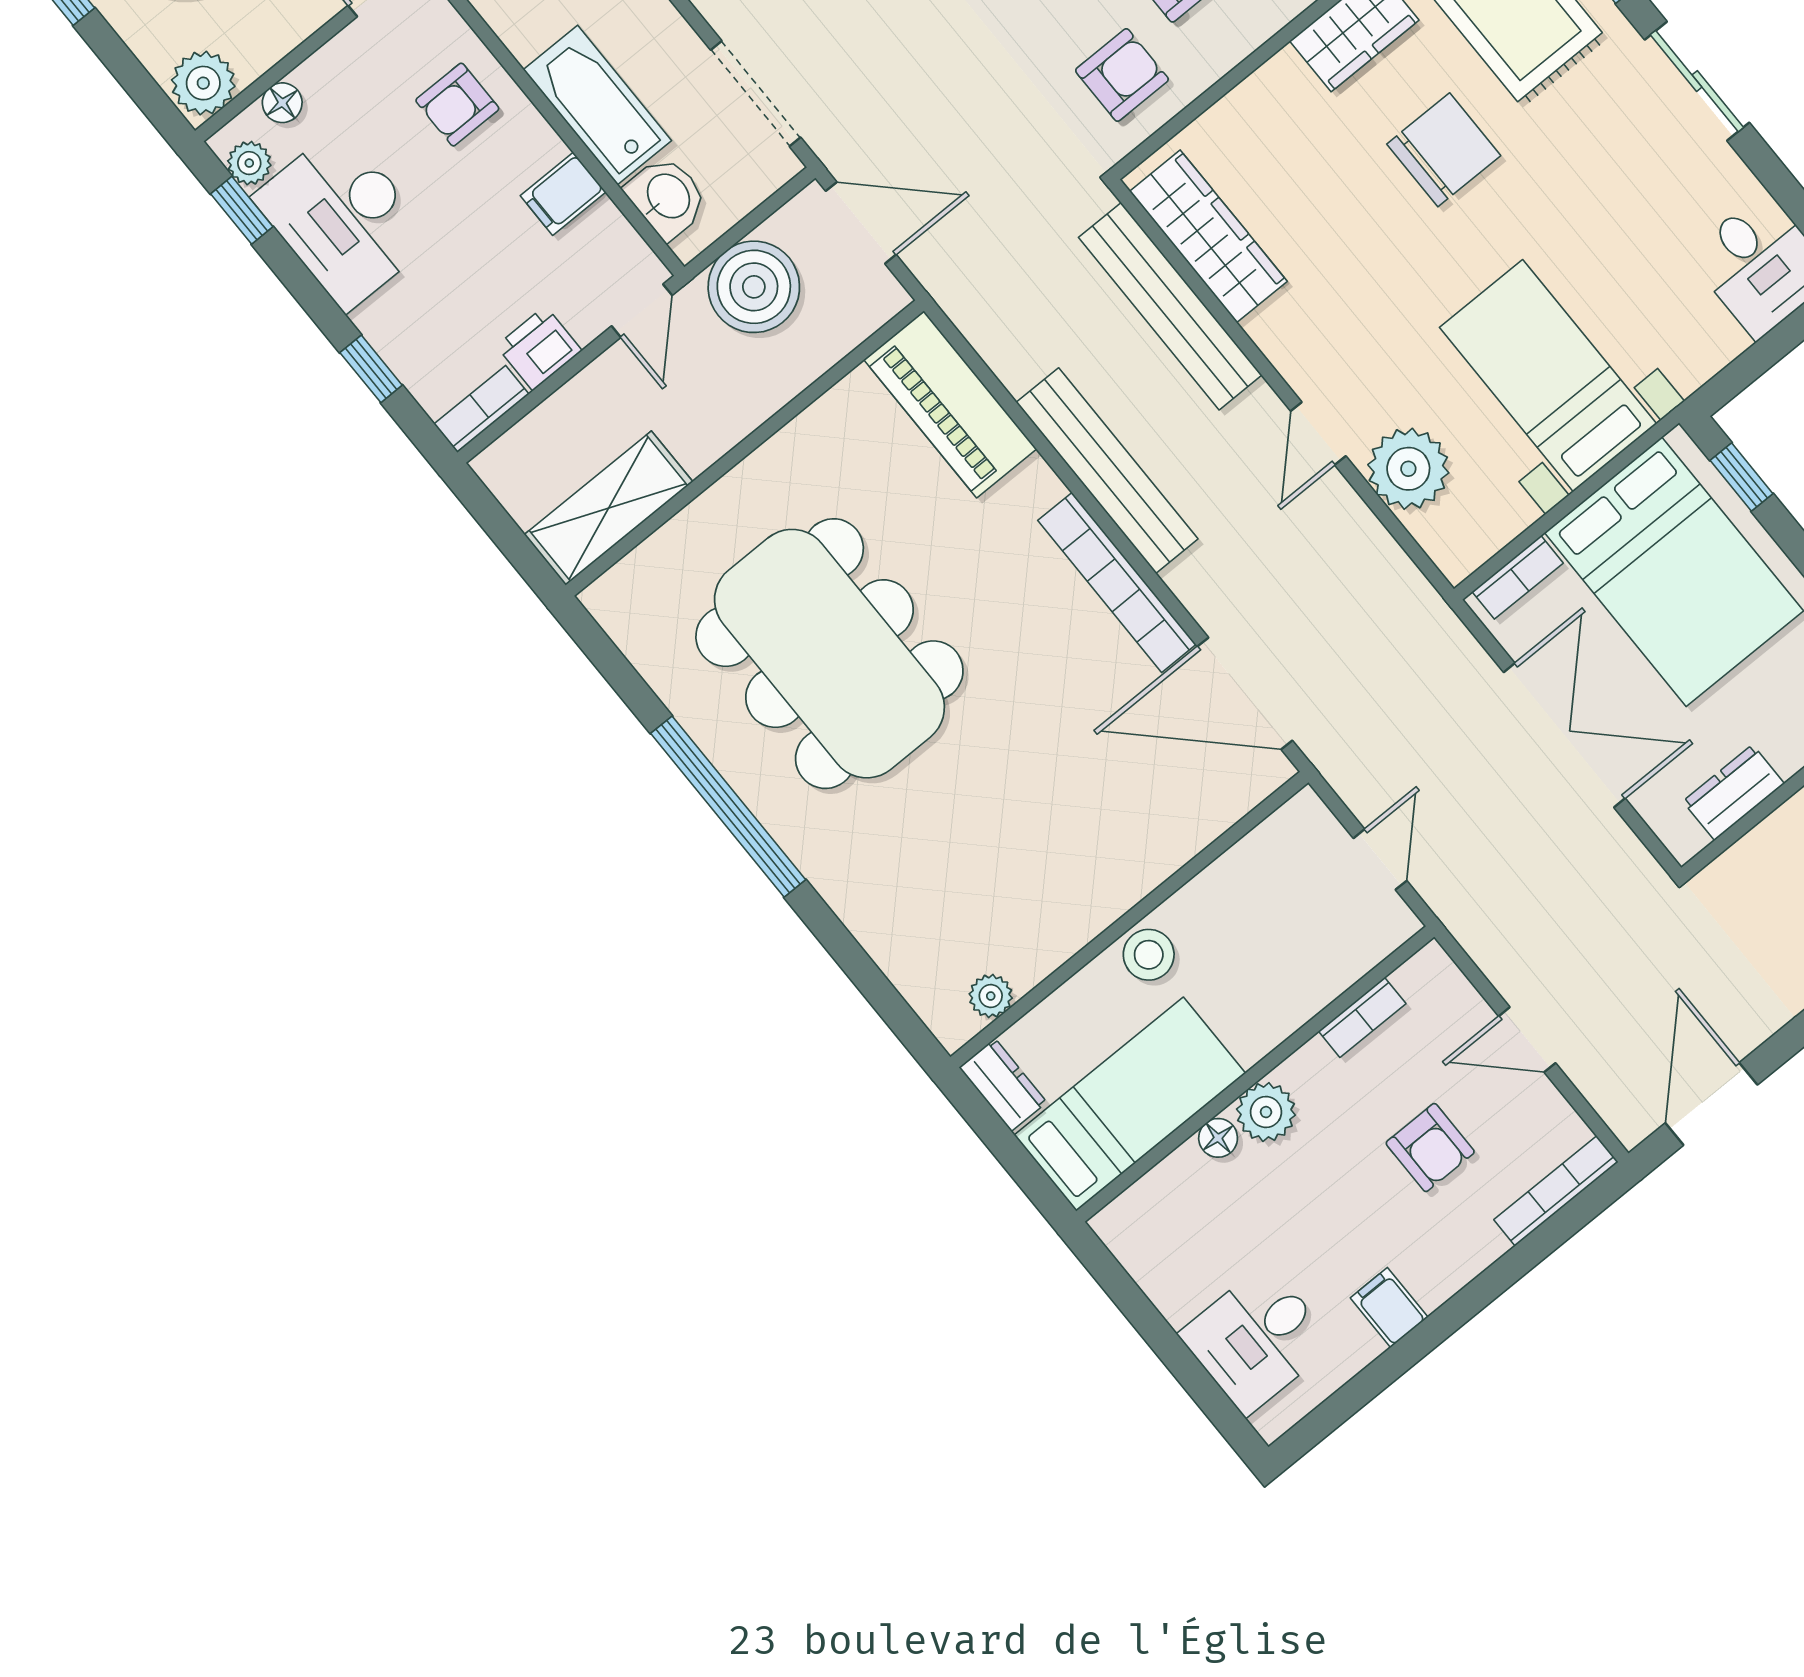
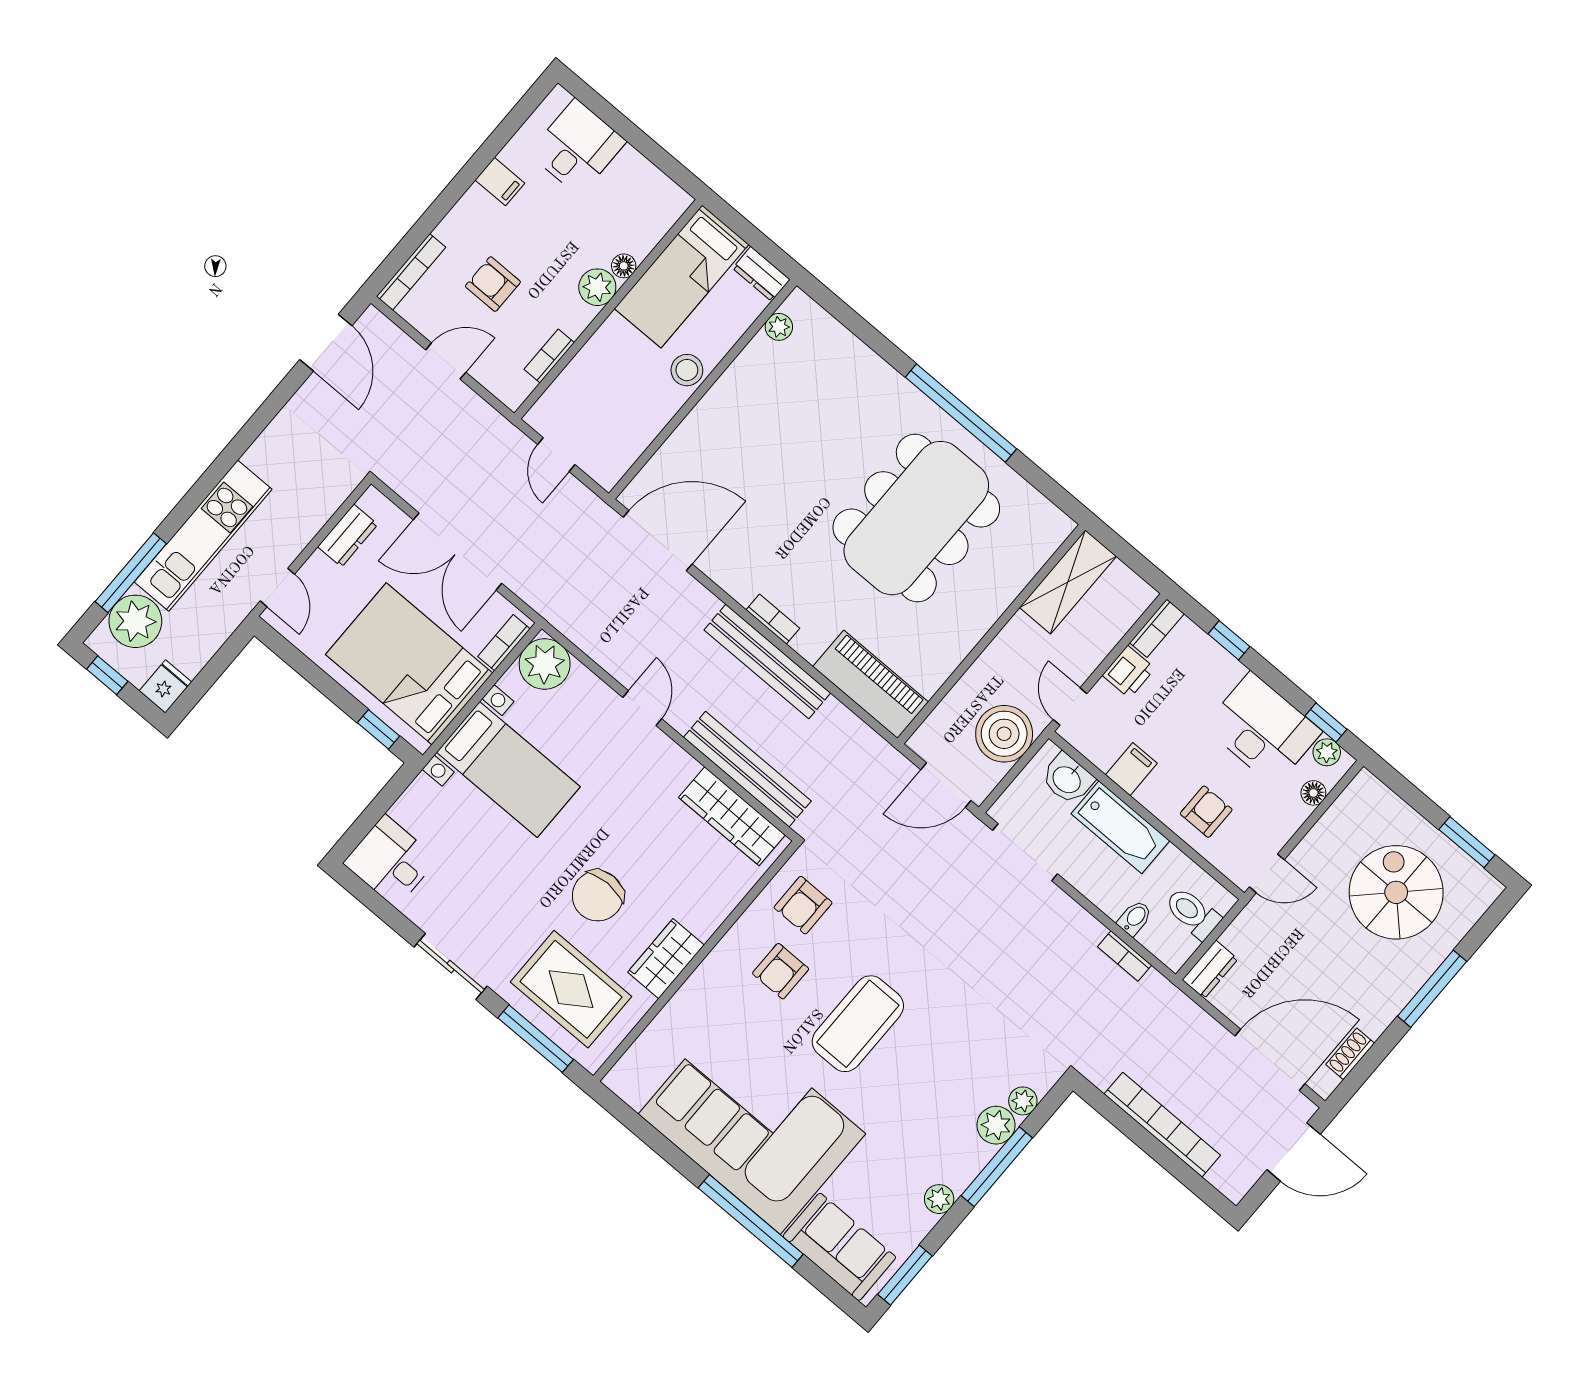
plant: (203, 83) -> (1364, 796), removed
plant: (1408, 469) -> (545, 664), moved
bookcase: (1117, 582) -> (773, 619), width x0.43, depth x0.76
dining table: (829, 654) -> (916, 518), turned 90

